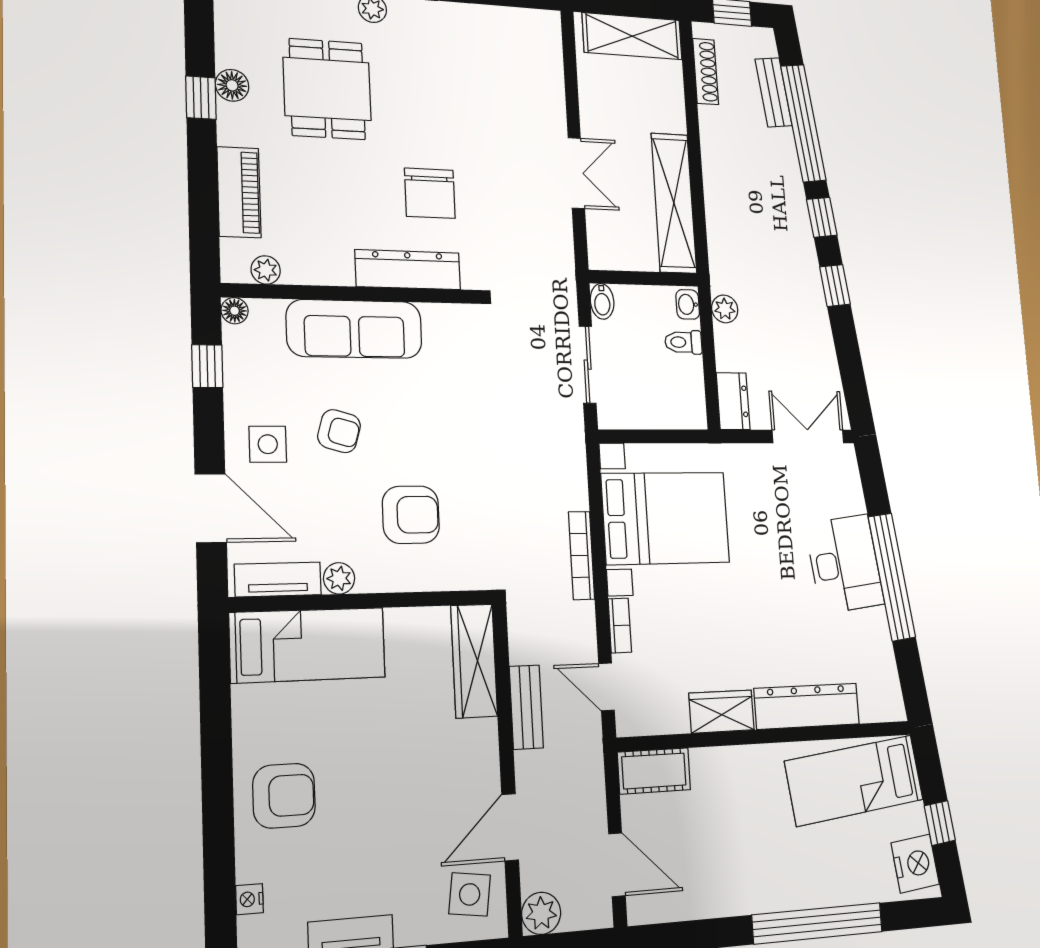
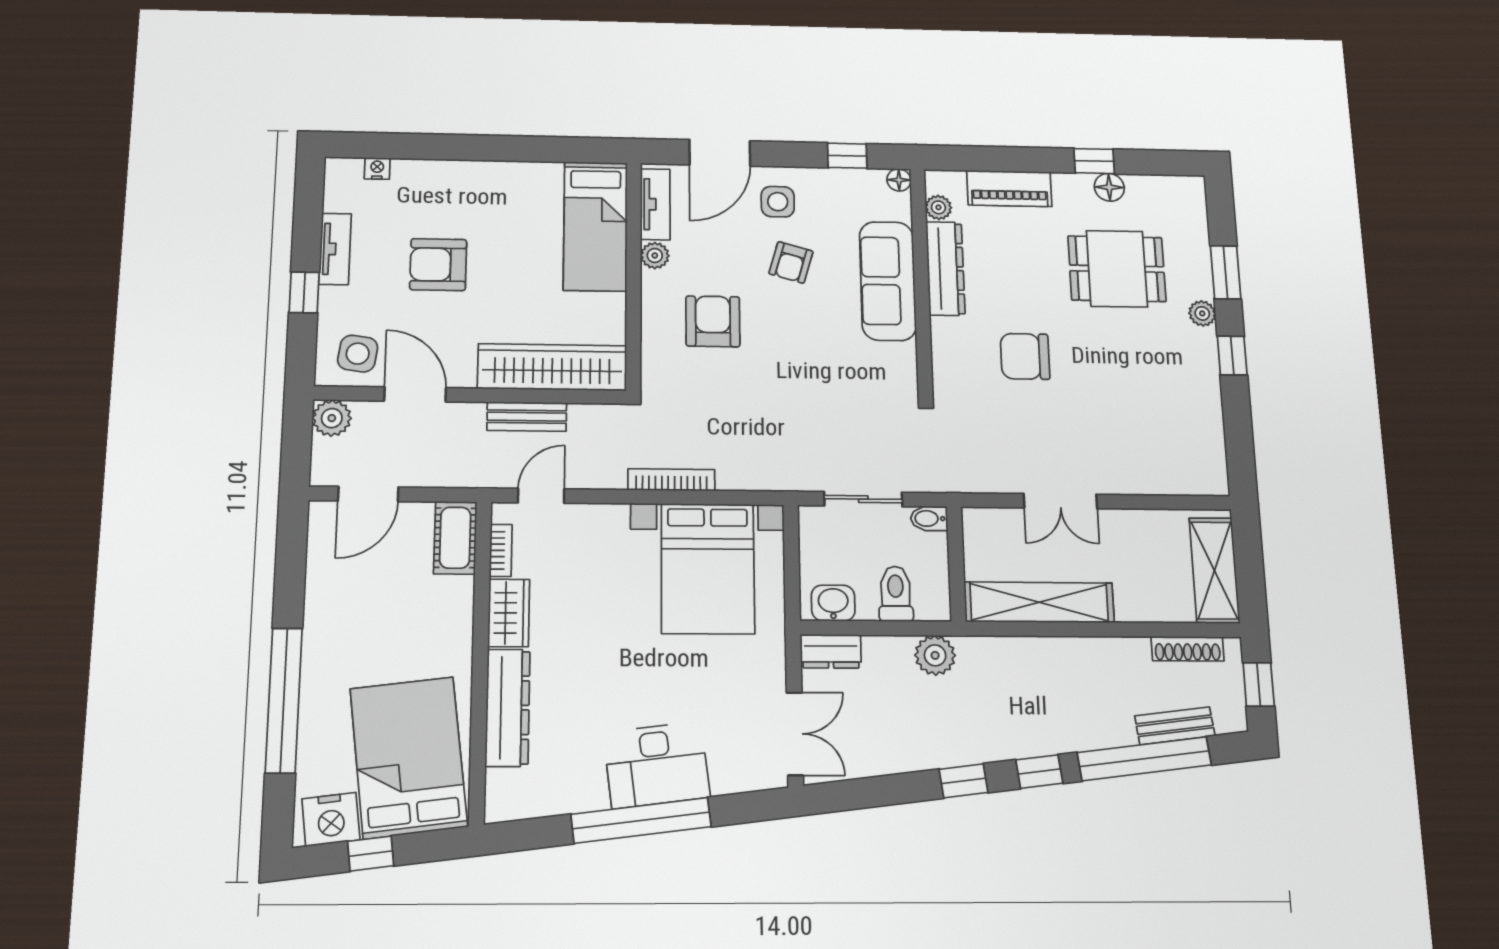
dresser: (408, 270) -> (945, 268), moved
washbasin: (688, 304) -> (833, 603), moved, width x1.38, depth x1.45
plant: (725, 309) -> (935, 655), width x1.38, depth x1.38
toilet: (683, 342) -> (896, 594), width x1.37, depth x1.39
armchair: (411, 515) -> (713, 321), turned 180
bookcase: (620, 626) -> (501, 550), moved, turned -90
wardrobe: (474, 661) -> (552, 367), width x1.40, depth x1.17
bed: (854, 780) -> (409, 757), width x1.50
armchair: (284, 796) -> (438, 265), moved, turned 90

